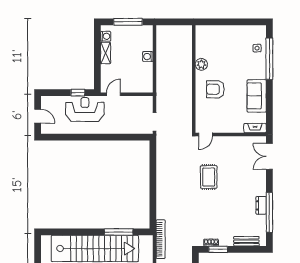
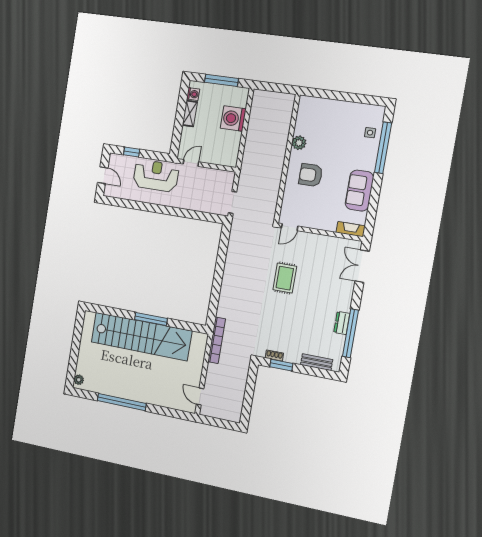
washing machine: (148, 57) -> (233, 118), width x1.89, depth x1.89
window: (78, 93) -> (132, 152), moved
window: (119, 232) -> (151, 319), moved

